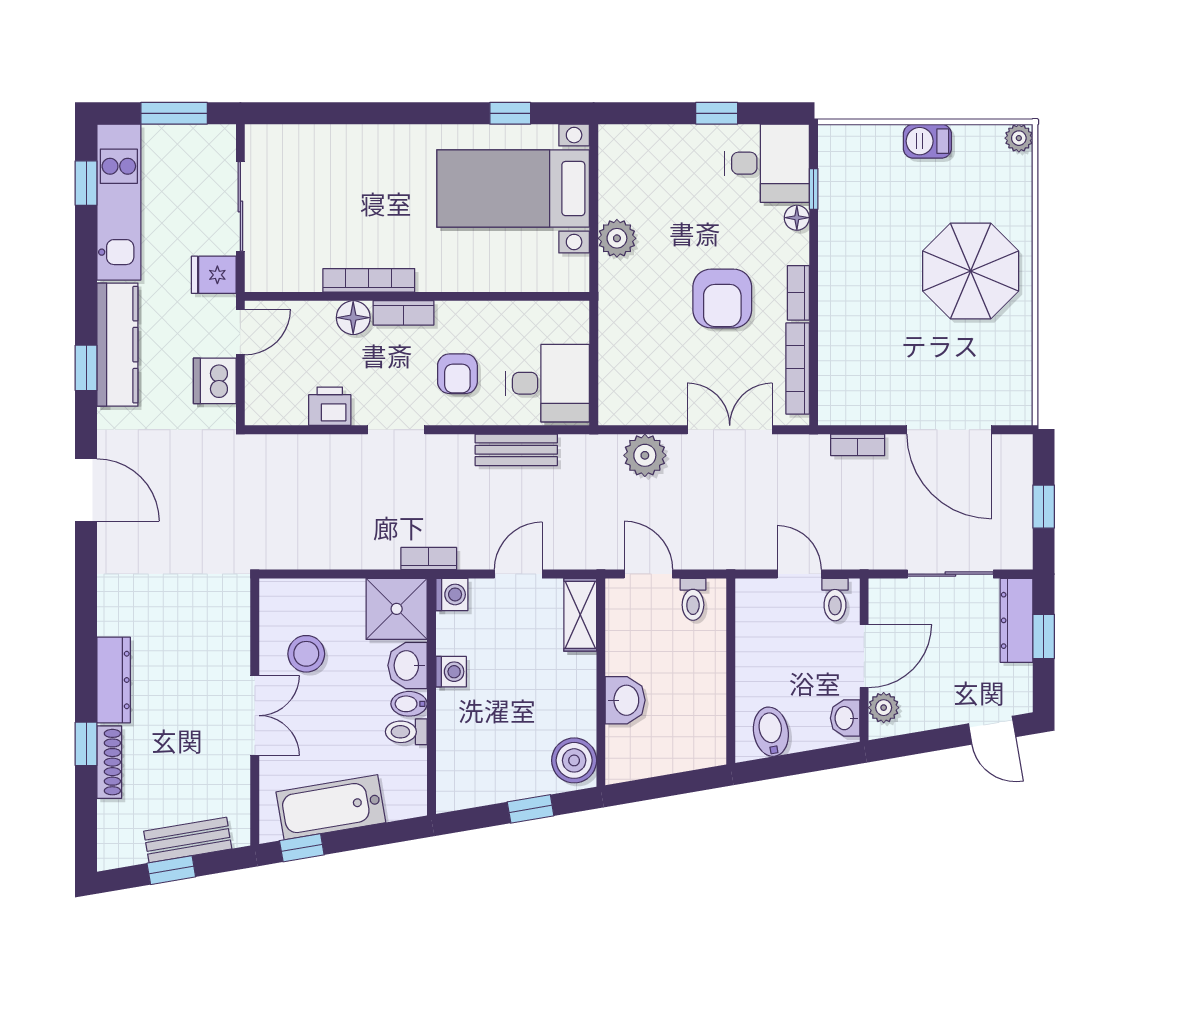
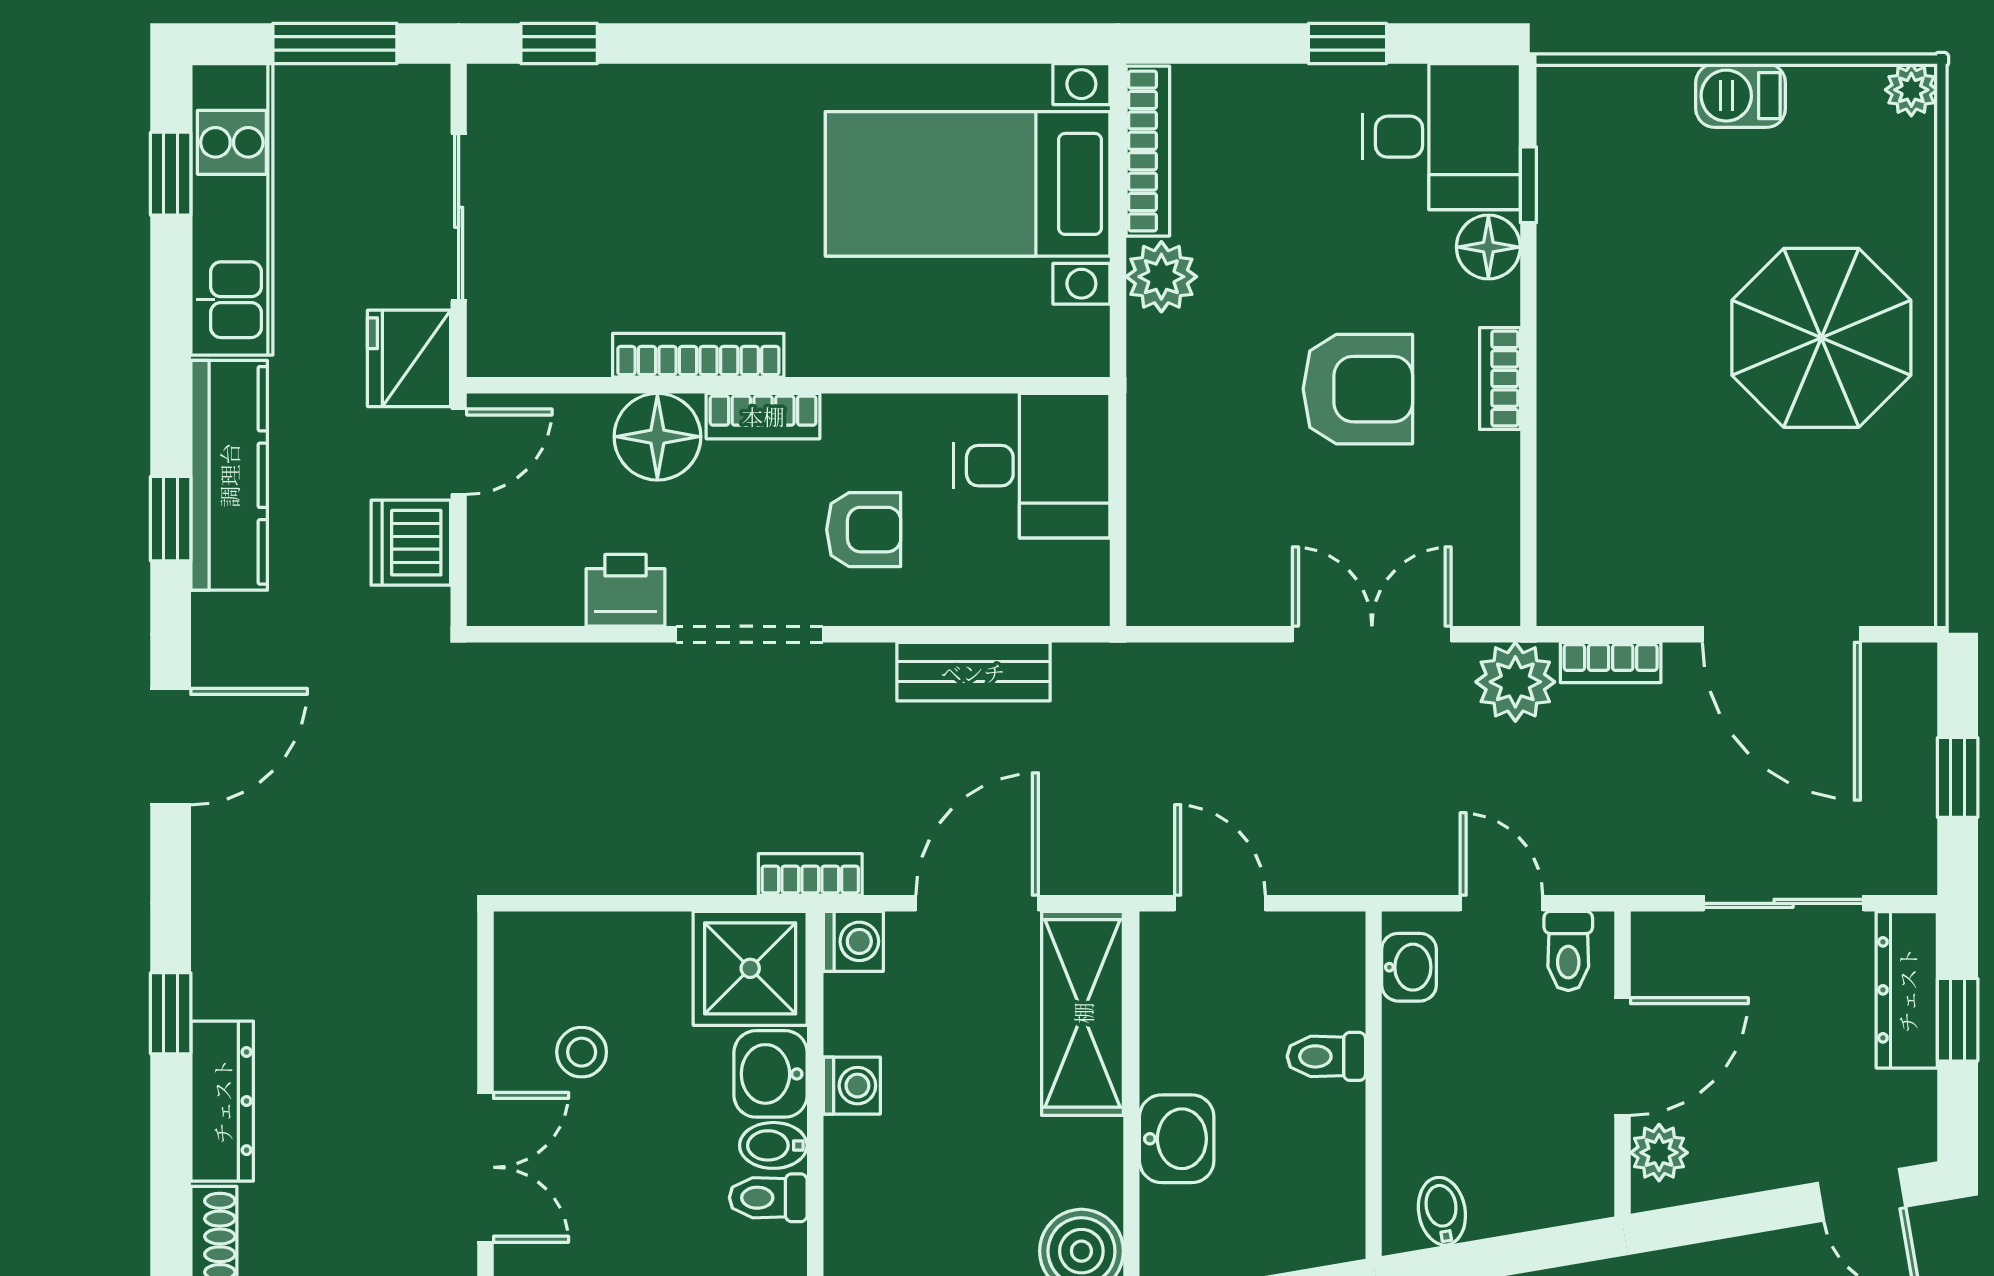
window: (510, 113) -> (559, 43), moved
floor lamp: (797, 218) -> (1488, 247), width x1.37, depth x1.37
fridge: (214, 275) -> (409, 358), width x1.38
armchair: (722, 298) -> (1358, 389), turned -90
floor lamp: (353, 318) -> (657, 437), width x1.38, depth x1.38
bookcase: (798, 369) -> (1148, 151), moved, turned 180
armchair: (457, 374) -> (864, 530), turned -90
desk: (548, 383) -> (1032, 466), moved
doorway: (396, 430) -> (750, 634), width x1.38
plant: (645, 455) -> (1515, 682), moved
door: (86, 490) -> (171, 747), hinge flipped
door: (518, 574) -> (977, 903), width x1.38
toilet: (693, 599) -> (1326, 1056), moved, turned 90
shelving: (580, 615) -> (1083, 1013), width x1.50, depth x1.33
stool: (306, 654) -> (582, 1052), width x0.73, depth x0.73
washbasin: (845, 718) -> (1409, 967), moved, turned 180
bidet: (771, 732) -> (1442, 1211), width x0.72, depth x0.74
window: (86, 744) -> (171, 1013), moved

